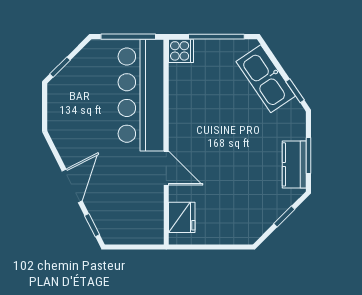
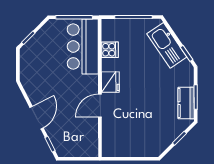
cooker: (181, 51) -> (110, 50), moved
bar counter: (141, 95) -> (83, 46), width x0.73
door: (166, 168) -> (100, 106), swing flipped
fridge: (182, 217) -> (110, 82), moved

